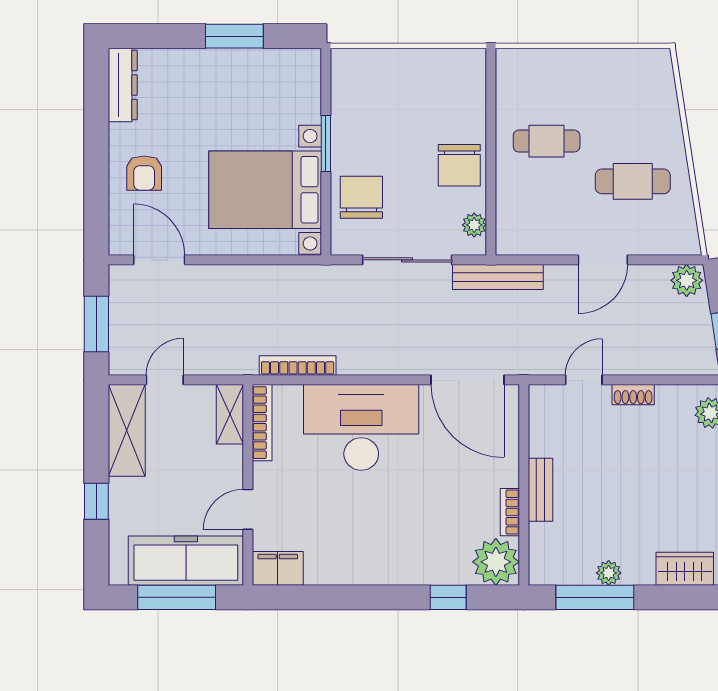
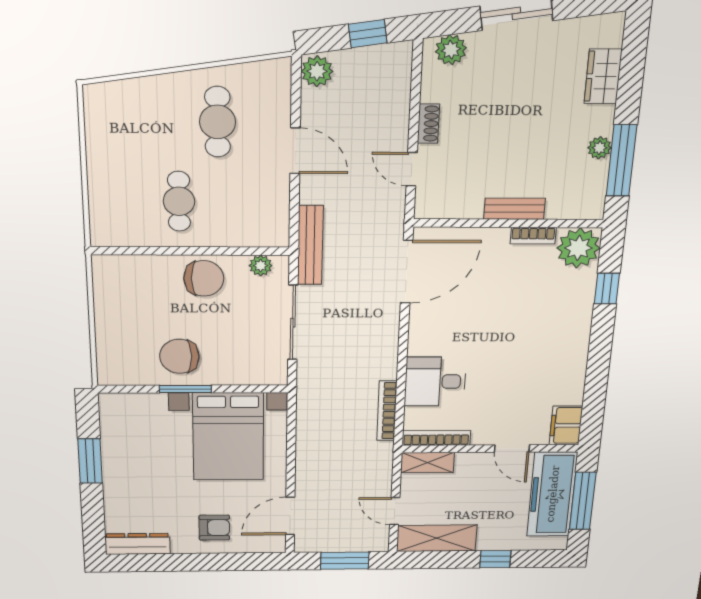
chair: (361, 197) -> (179, 356), moved
desk: (361, 427) -> (435, 382), width x0.53, depth x0.77

